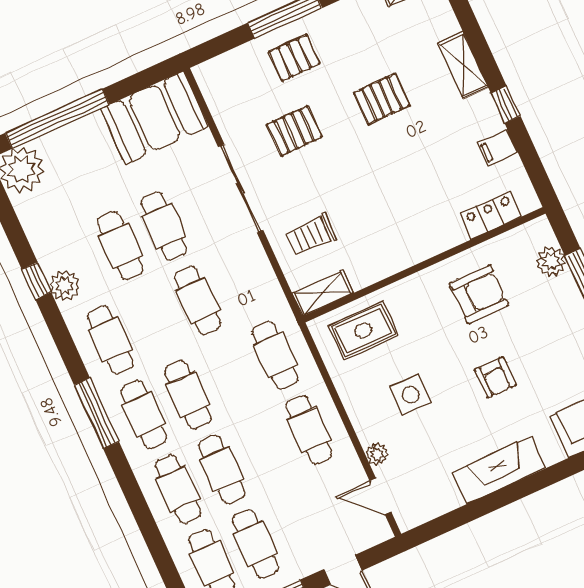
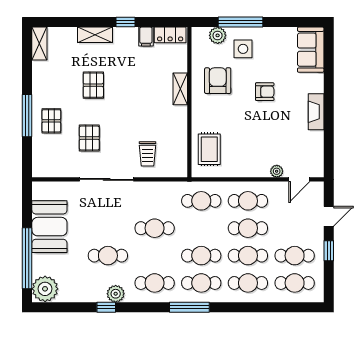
booth: (155, 118) -> (49, 227), moved
locker: (491, 215) -> (170, 35), moved, turned -90
cafe table: (164, 226) -> (248, 228), moved
shelving: (323, 293) -> (180, 89), moved
side table: (411, 395) -> (243, 49), moved
fireplace: (499, 470) -> (316, 112), width x0.73, depth x0.76

